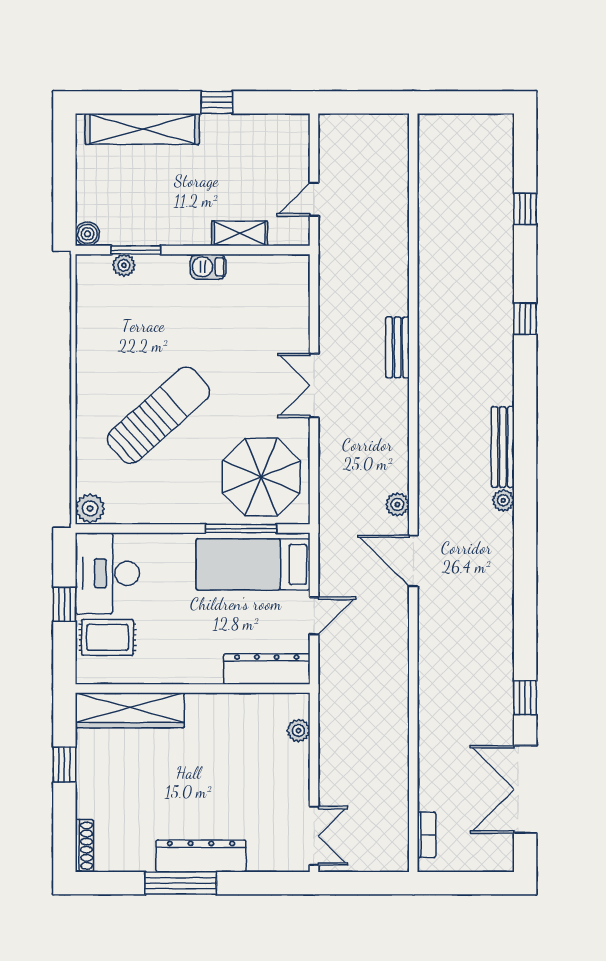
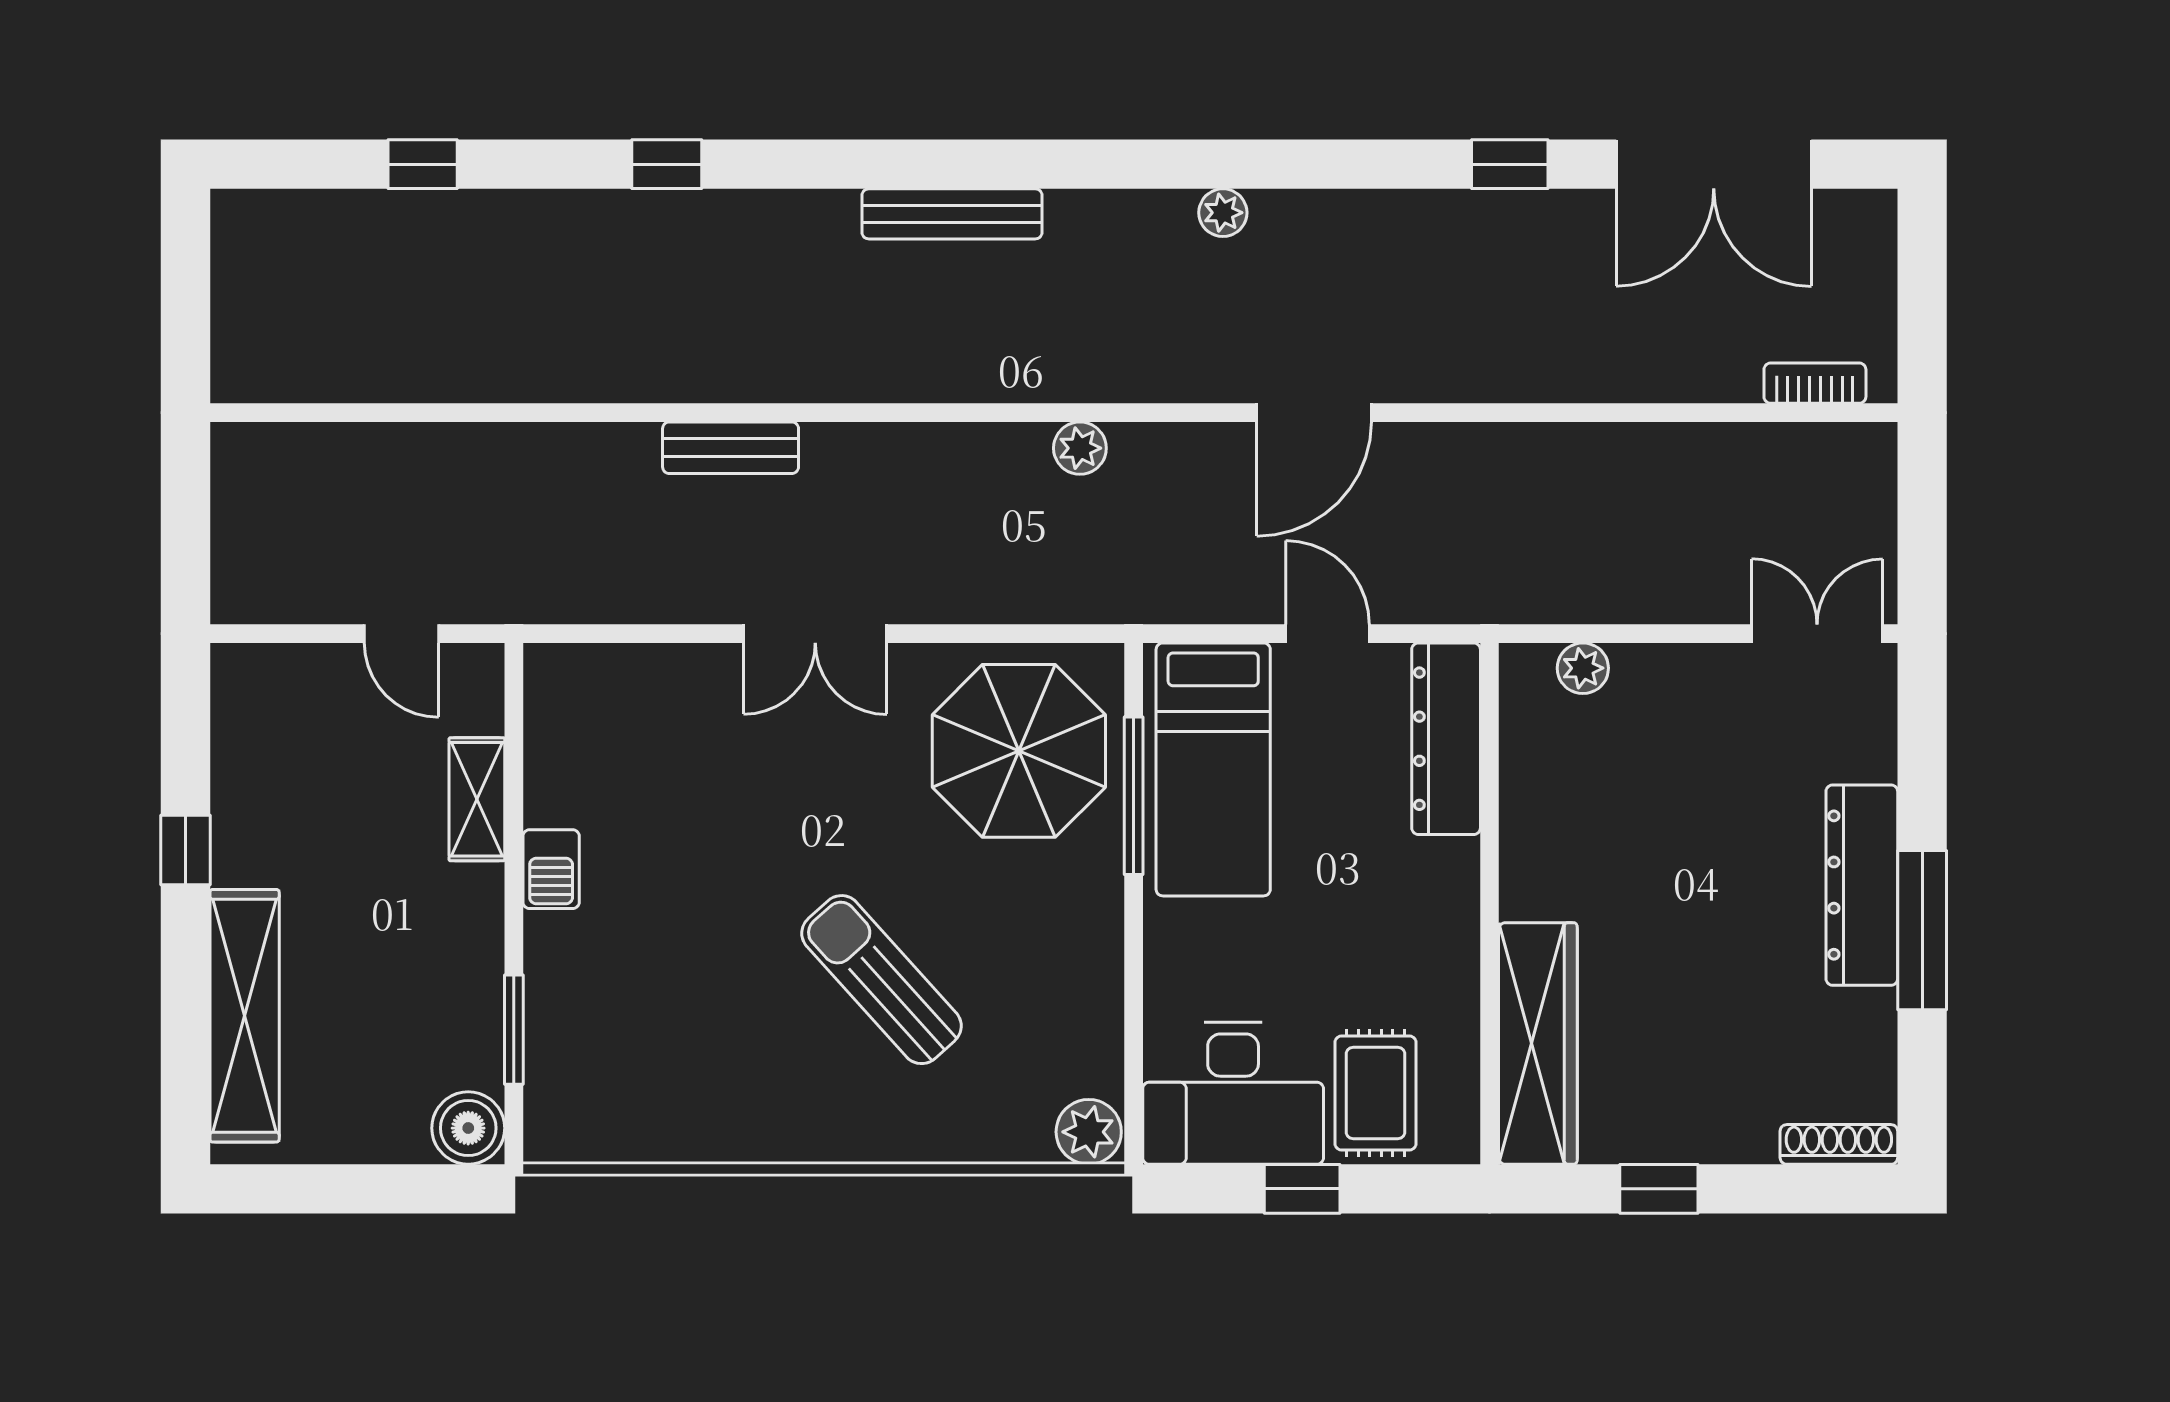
boiler: (87, 234) -> (468, 1128), width x1.36, depth x1.36
plant: (124, 265) -> (548, 1057), removed
sun lounger: (159, 415) -> (882, 980), width x0.73, depth x0.75
plant: (503, 500) -> (1223, 213), moved
door: (413, 561) -> (1314, 413), moved

